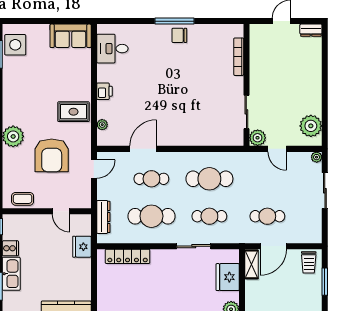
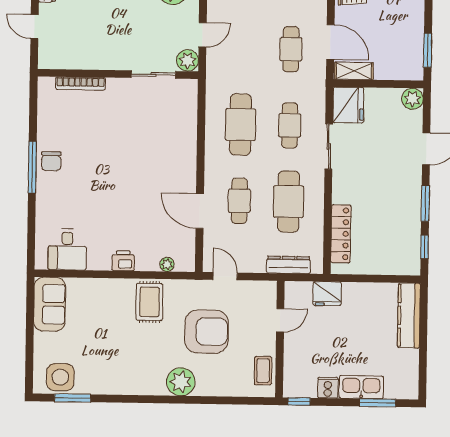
fridge: (228, 277) -> (348, 105), moved, turned -90

